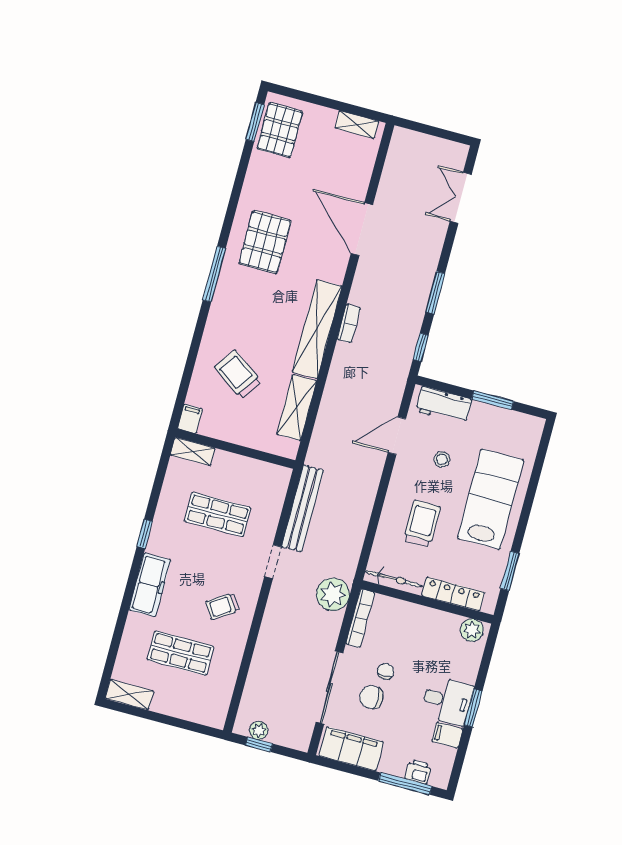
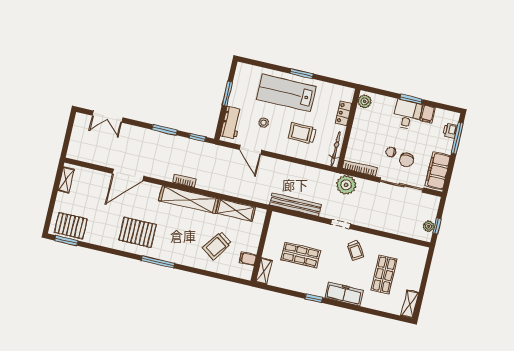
filing cabinet: (190, 419) -> (248, 259), moved
shop shelf: (218, 514) -> (301, 255), turned 90
doorway: (273, 562) -> (341, 224), moved
window: (510, 571) -> (302, 74), moved
locker: (453, 594) -> (344, 113), width x0.66

